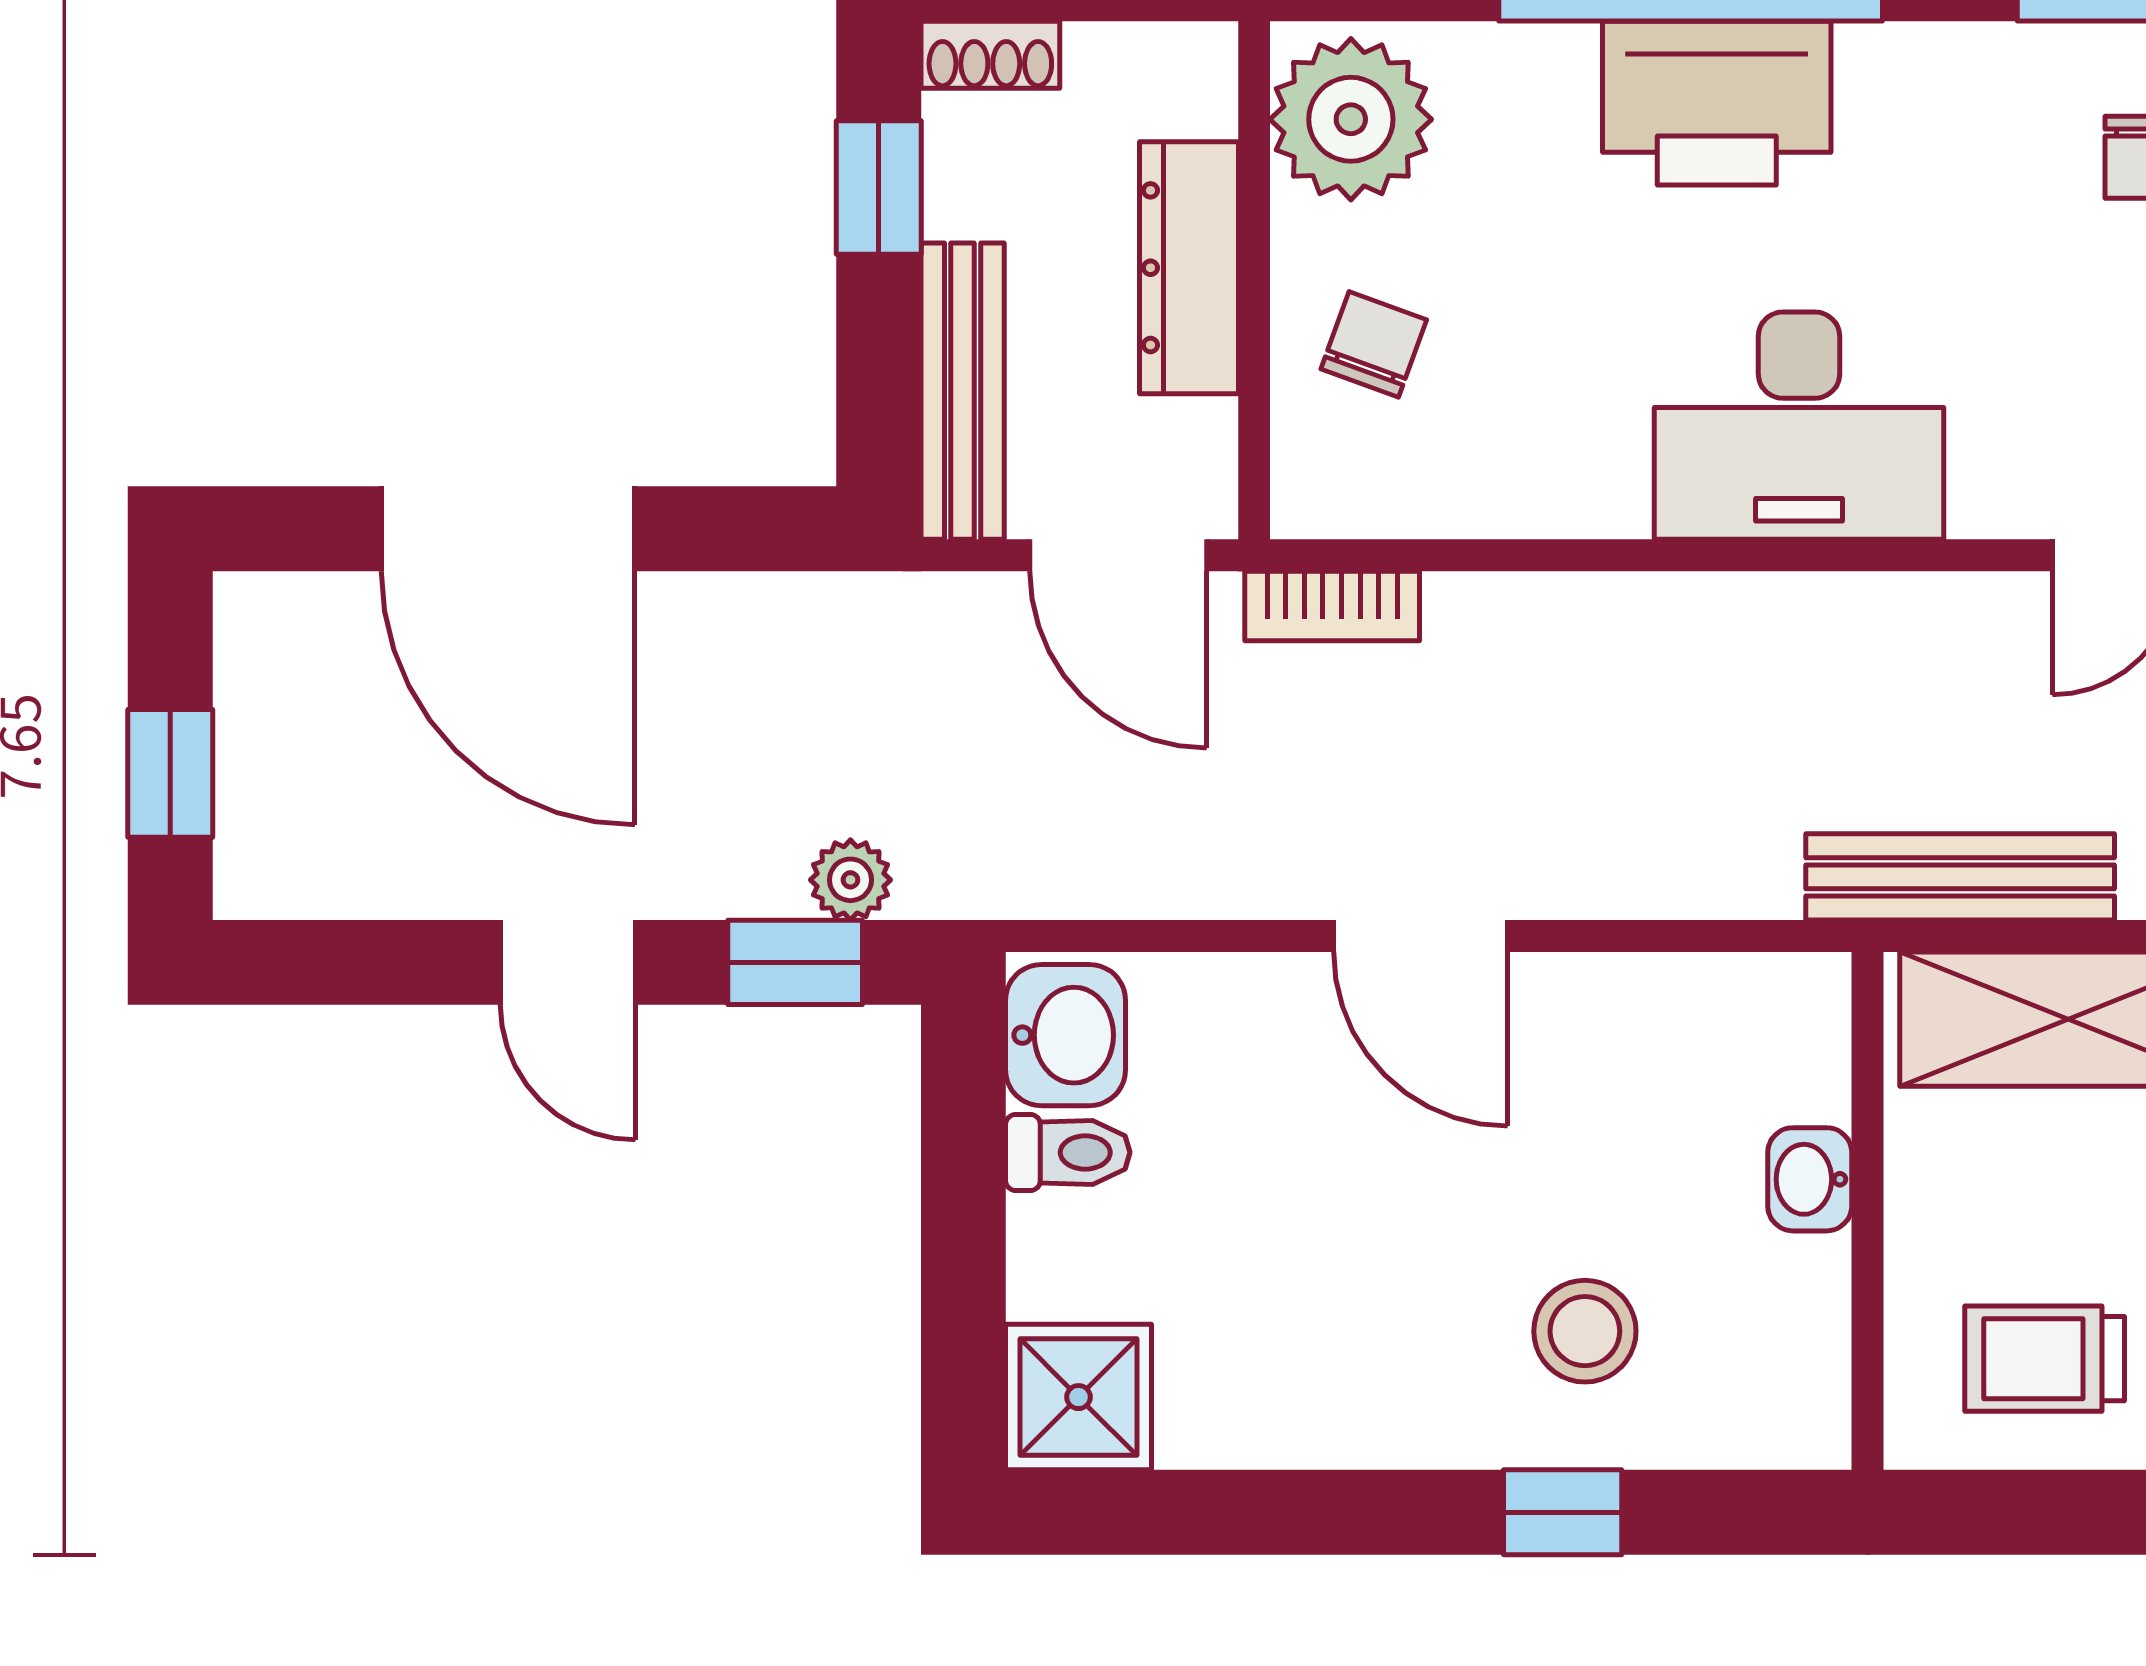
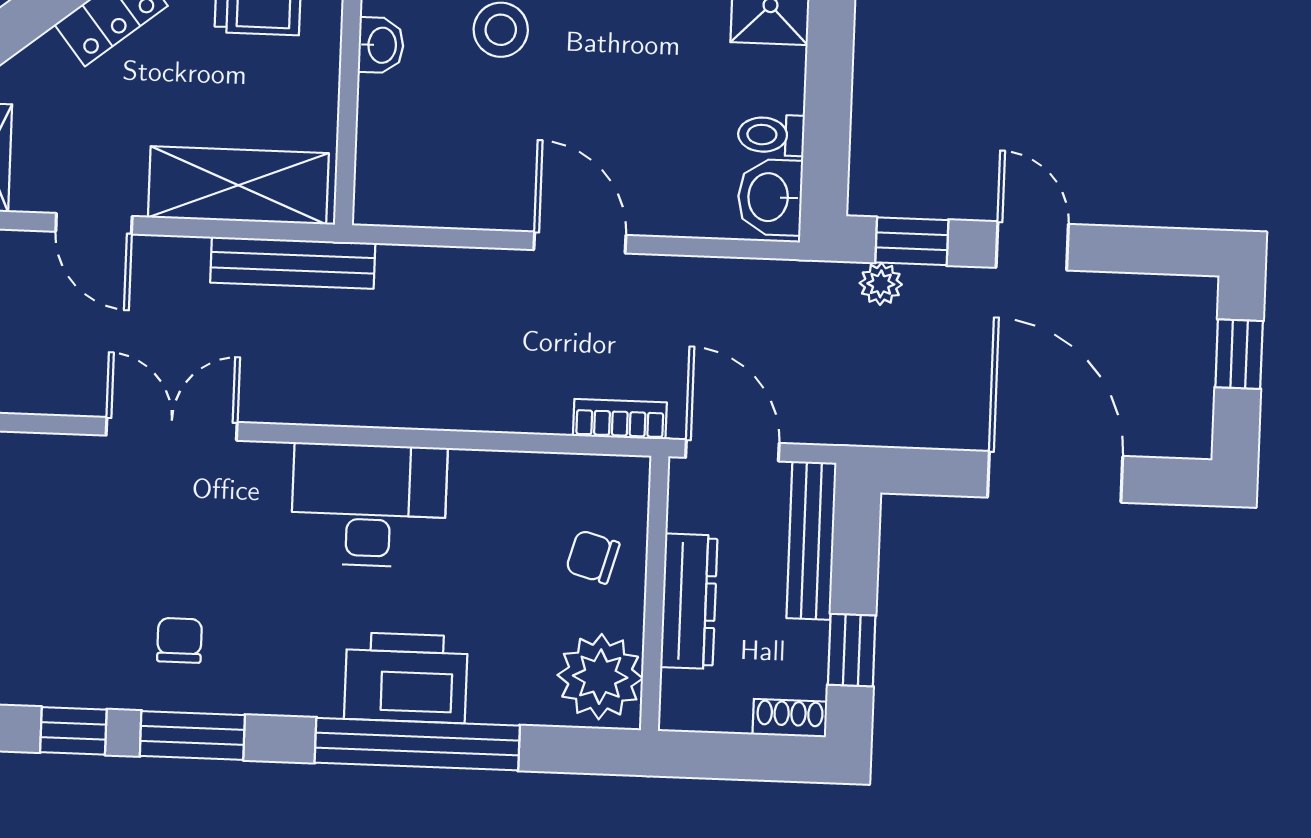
chair: (1374, 344) -> (593, 557), turned 86
washbasin: (1810, 1179) -> (381, 45), moved

